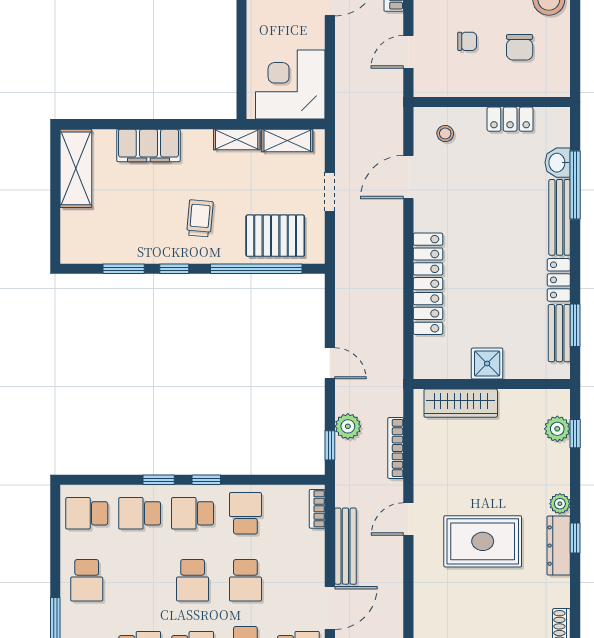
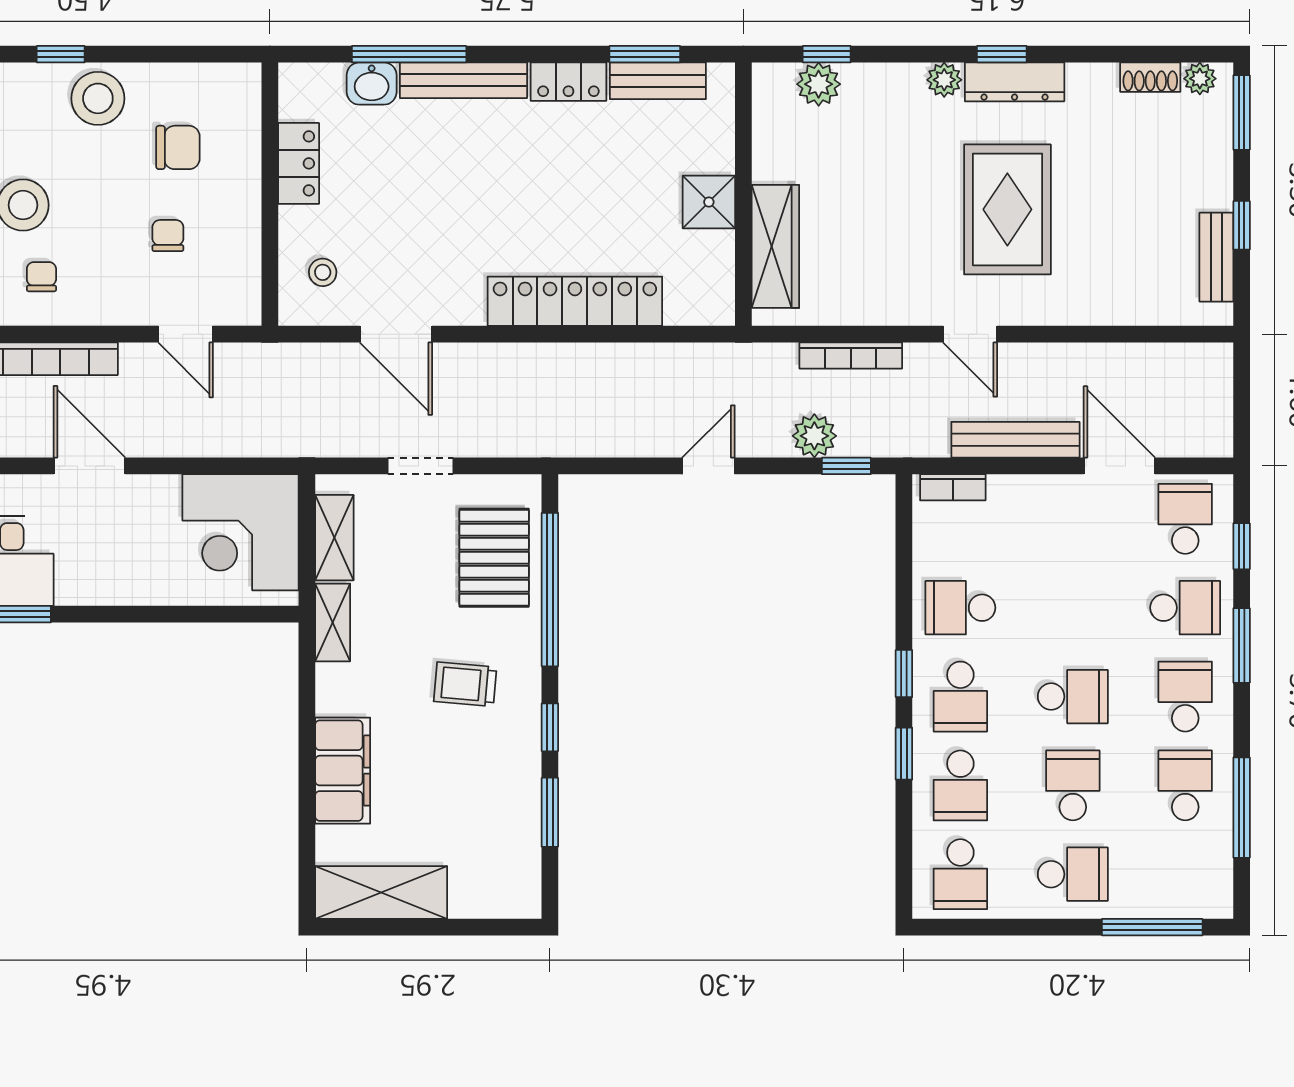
school desk: (245, 580) -> (1073, 785), moved, turned -90

